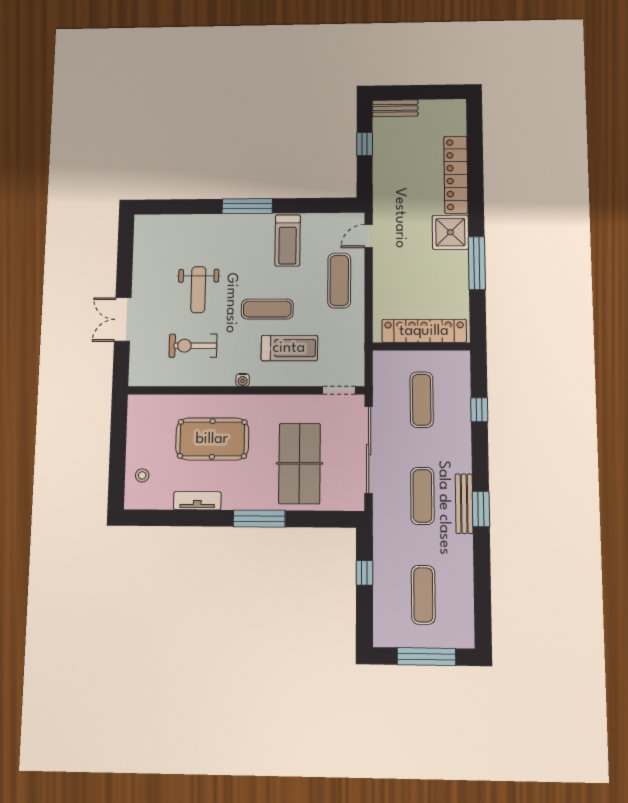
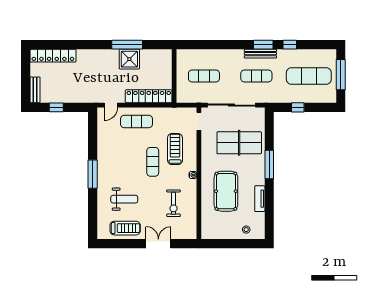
locker: (456, 175) -> (53, 56), moved
shower: (450, 232) -> (129, 59), moved
door: (369, 236) -> (111, 105), hinge flipped
treadmill: (288, 240) -> (125, 228), moved
weight bench: (198, 290) -> (124, 199), moved
double door: (123, 319) -> (158, 244), swing flipped
locker: (424, 331) -> (149, 96), moved, turned 90
window: (479, 410) -> (290, 45), moved
exercise mat: (423, 595) -> (309, 76), width x1.36, depth x1.45

